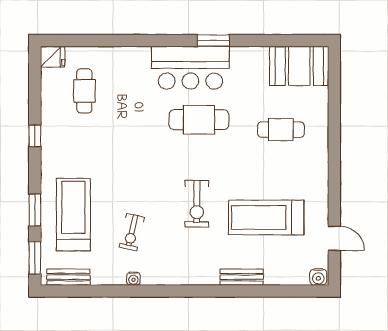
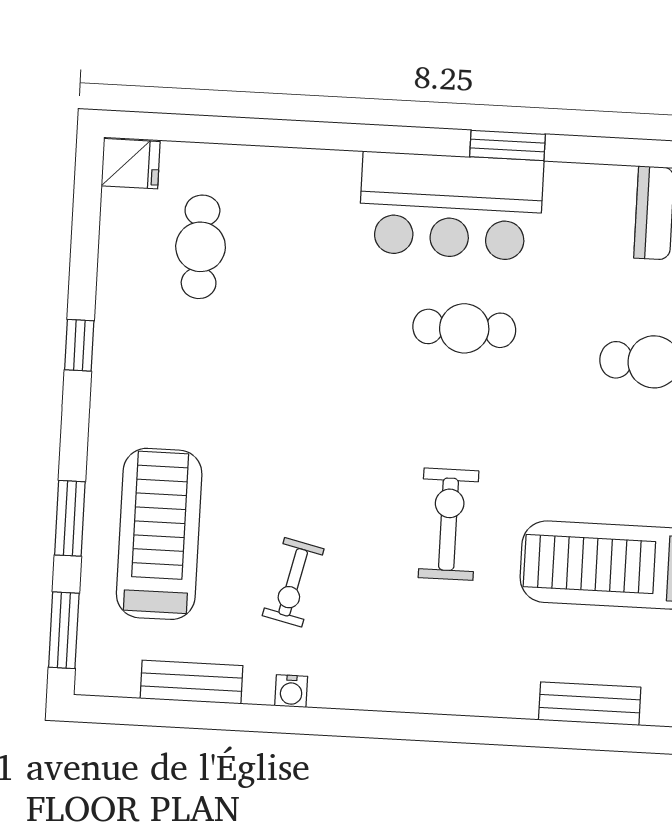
cafe table: (199, 120) -> (464, 328), width x0.73, depth x0.74
exercise bike: (197, 204) -> (448, 524), turned 180
bench: (68, 277) -> (191, 682), moved
bench: (242, 277) -> (590, 704), moved

